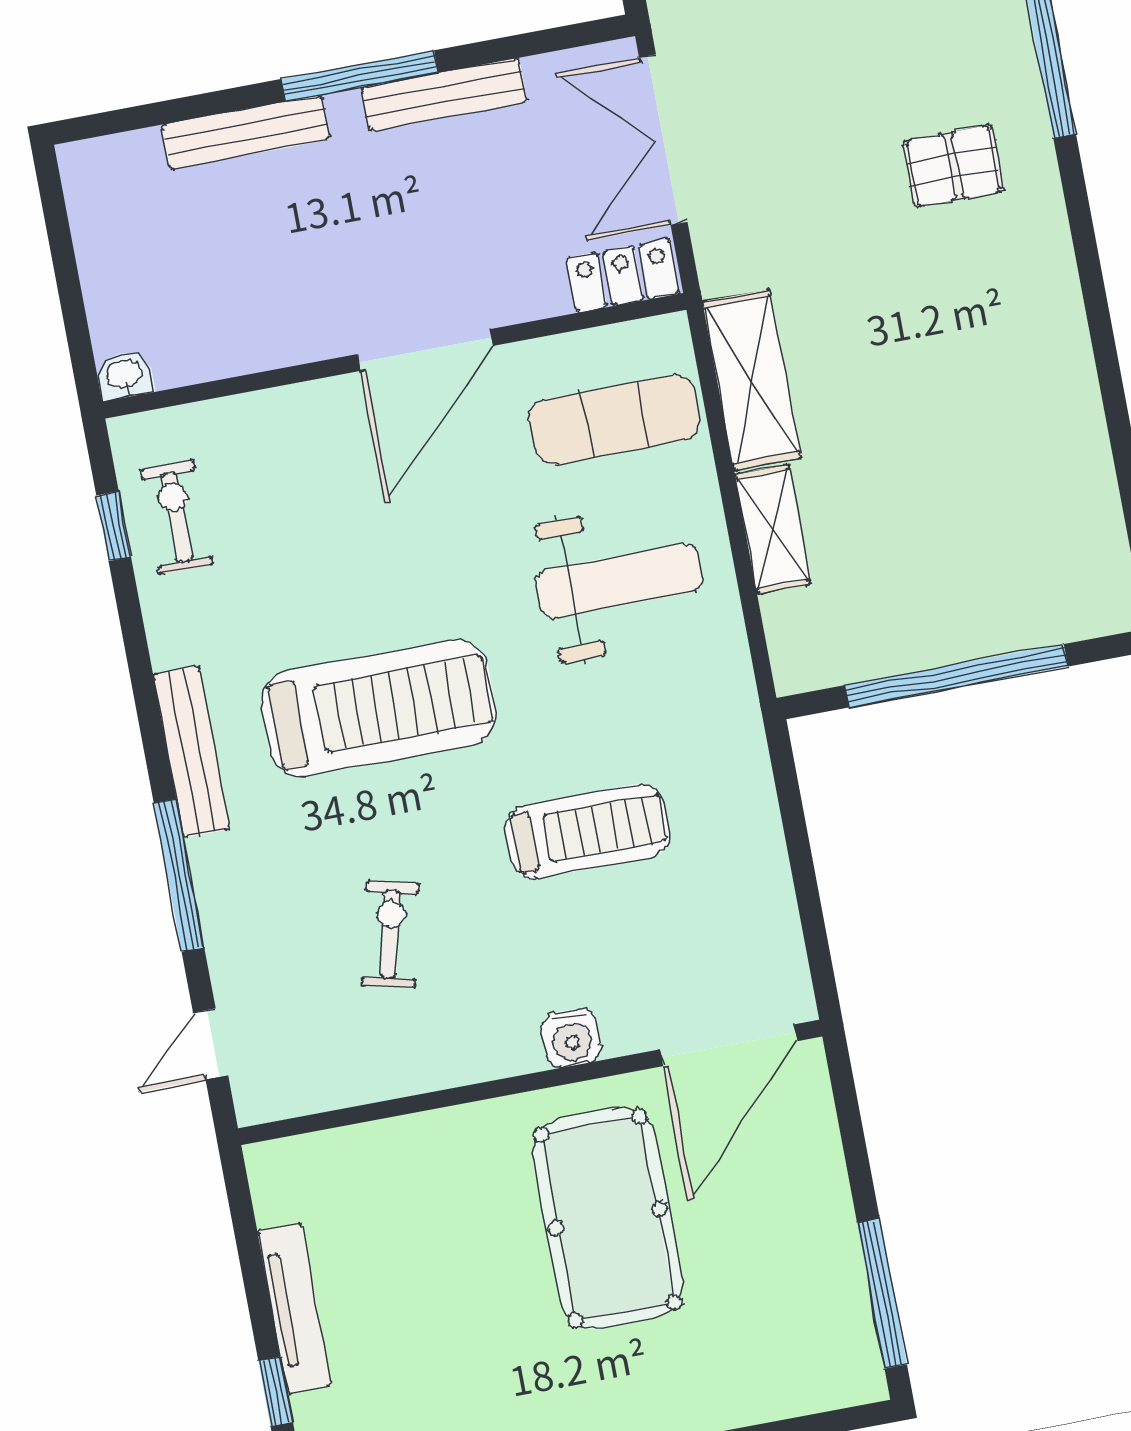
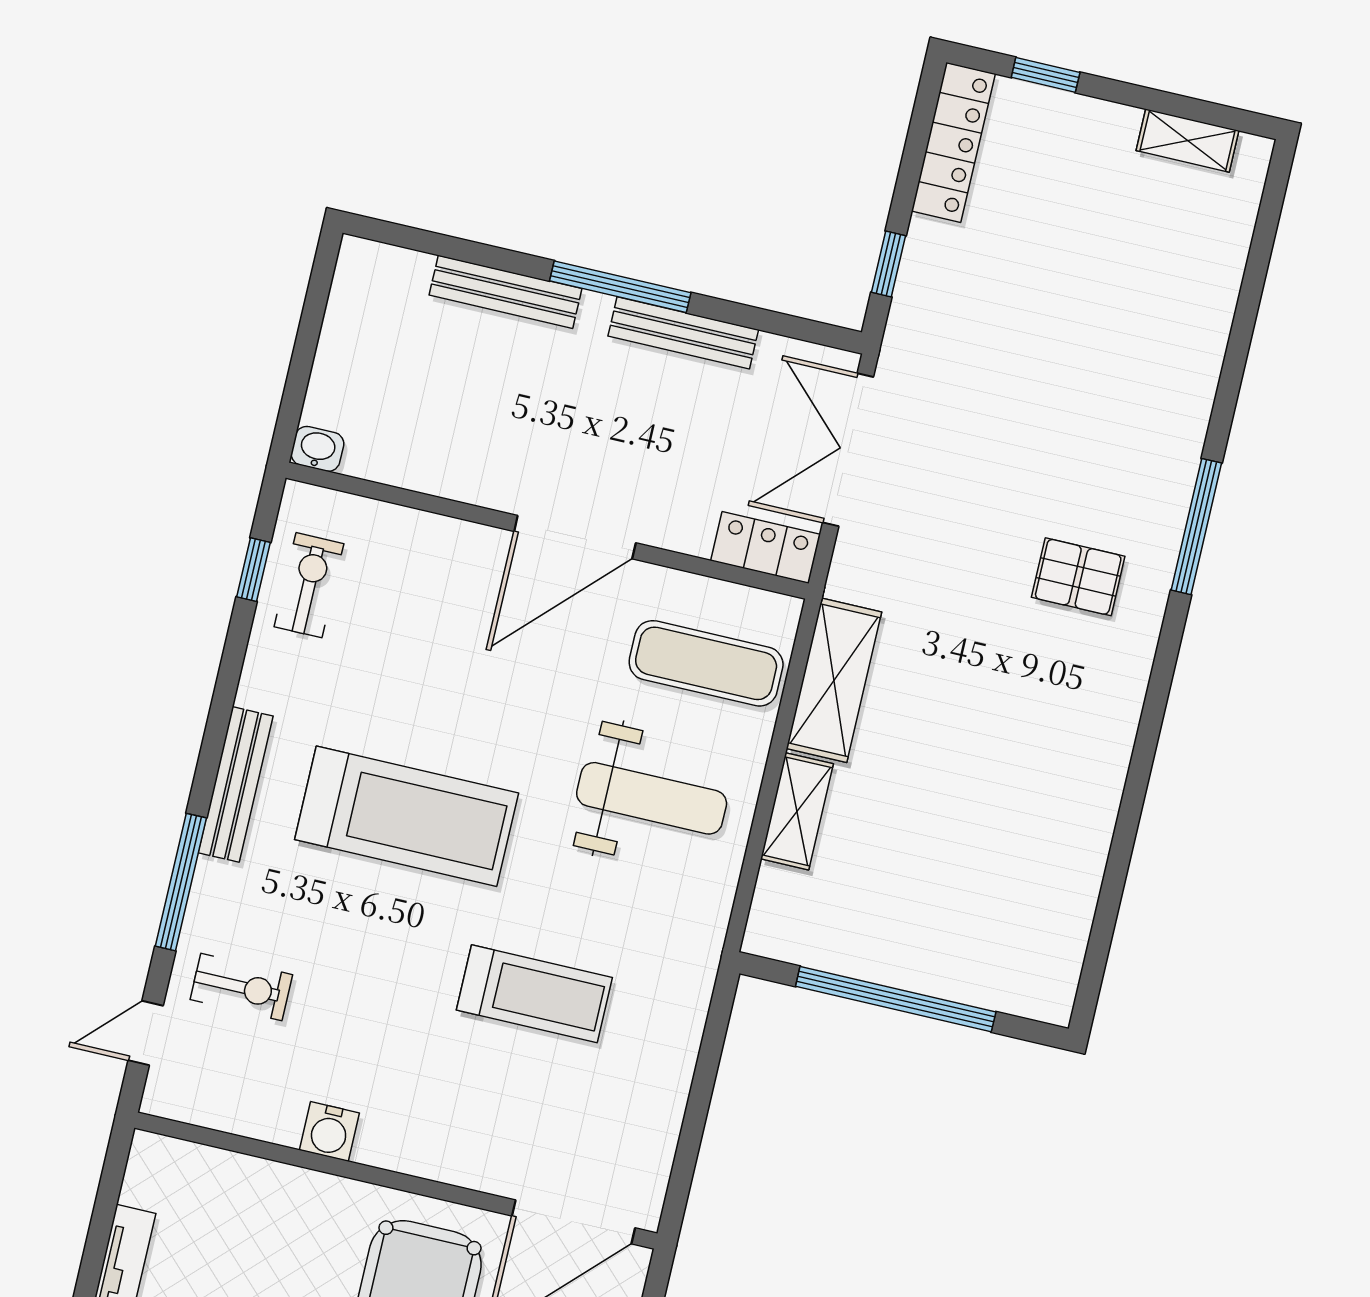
exercise bike: (391, 934) -> (241, 987), moved, turned 77
water cooler: (571, 1038) -> (329, 1132), moved

